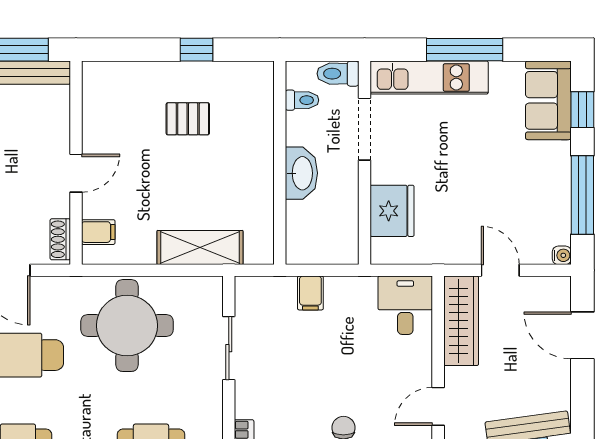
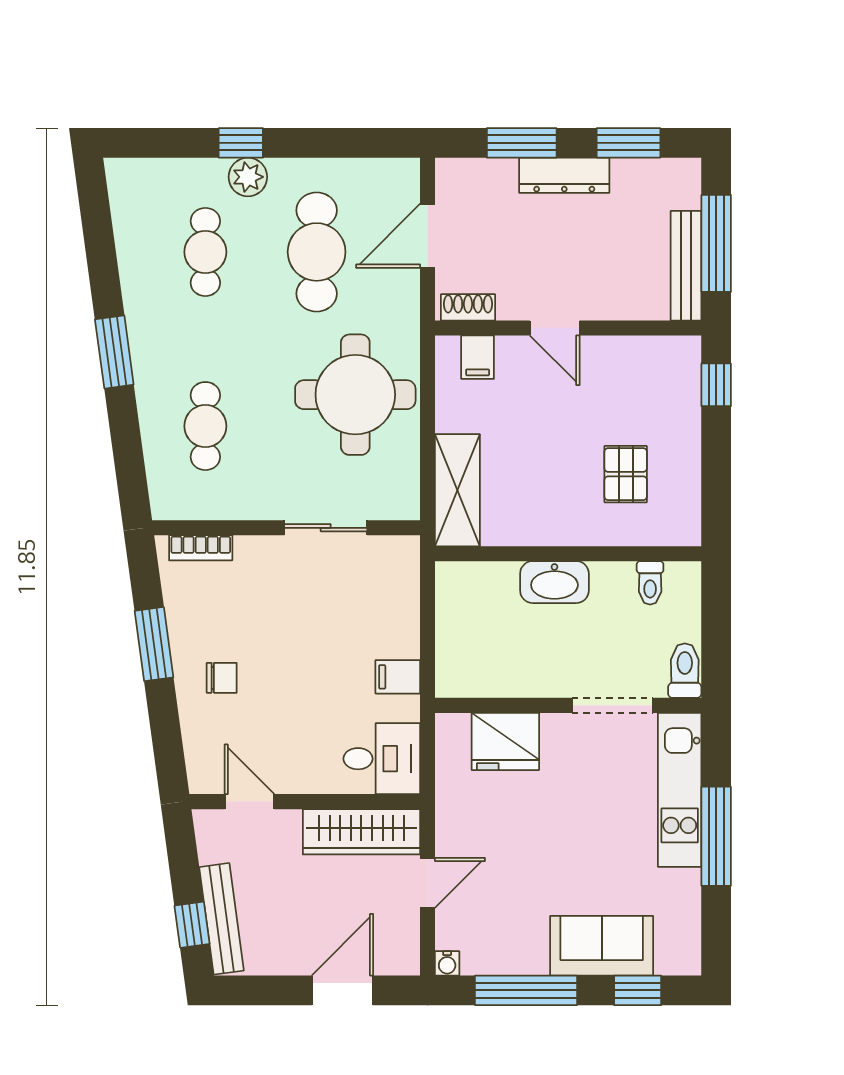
window: (197, 50) -> (716, 385), moved
toilet: (302, 100) -> (650, 583), moved
sofa: (548, 100) -> (602, 946), moved
wall: (280, 163) -> (568, 554), moved
washbasin: (301, 173) -> (554, 582), moved
filing cabinet: (310, 293) -> (398, 677), moved

